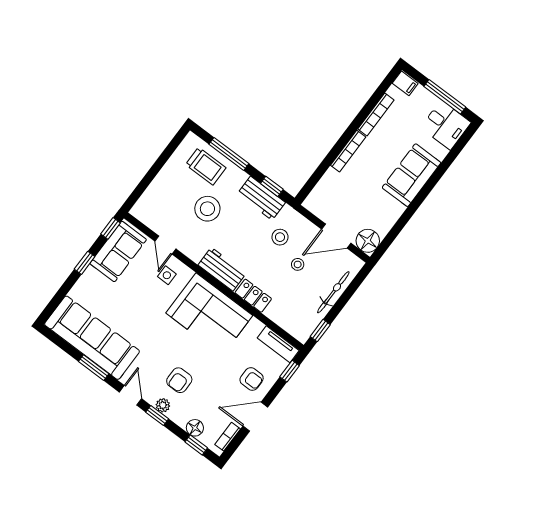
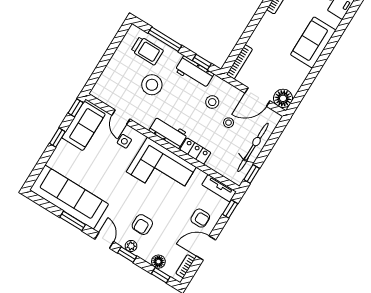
bookcase: (348, 151) -> (240, 62), moved
bicycle: (333, 292) -> (253, 147), width x1.37, depth x1.40

